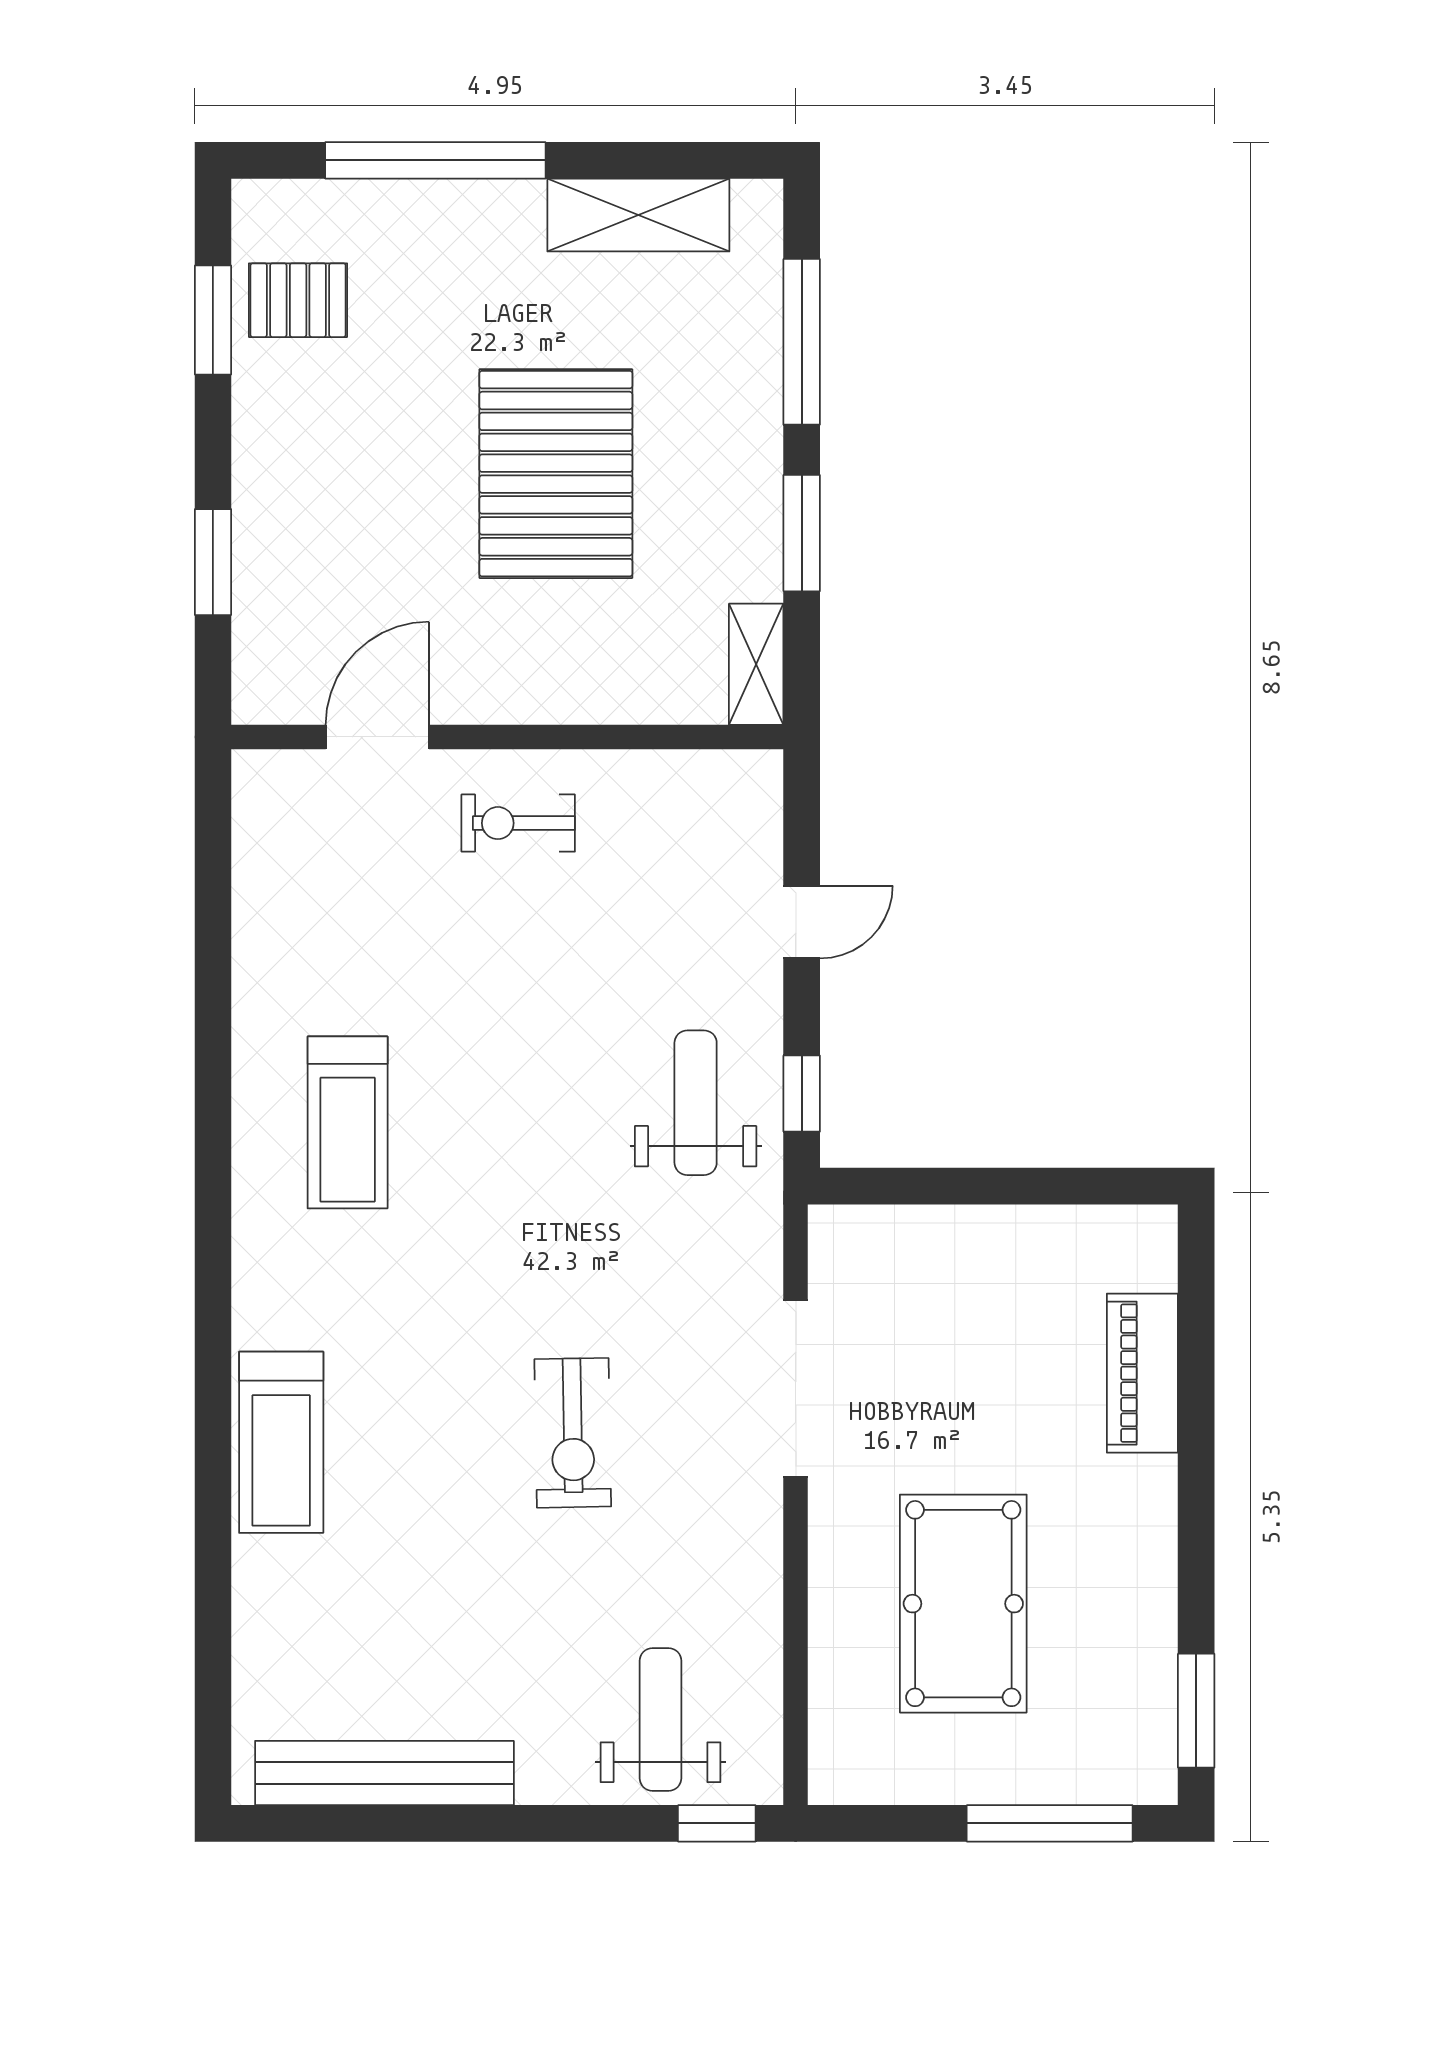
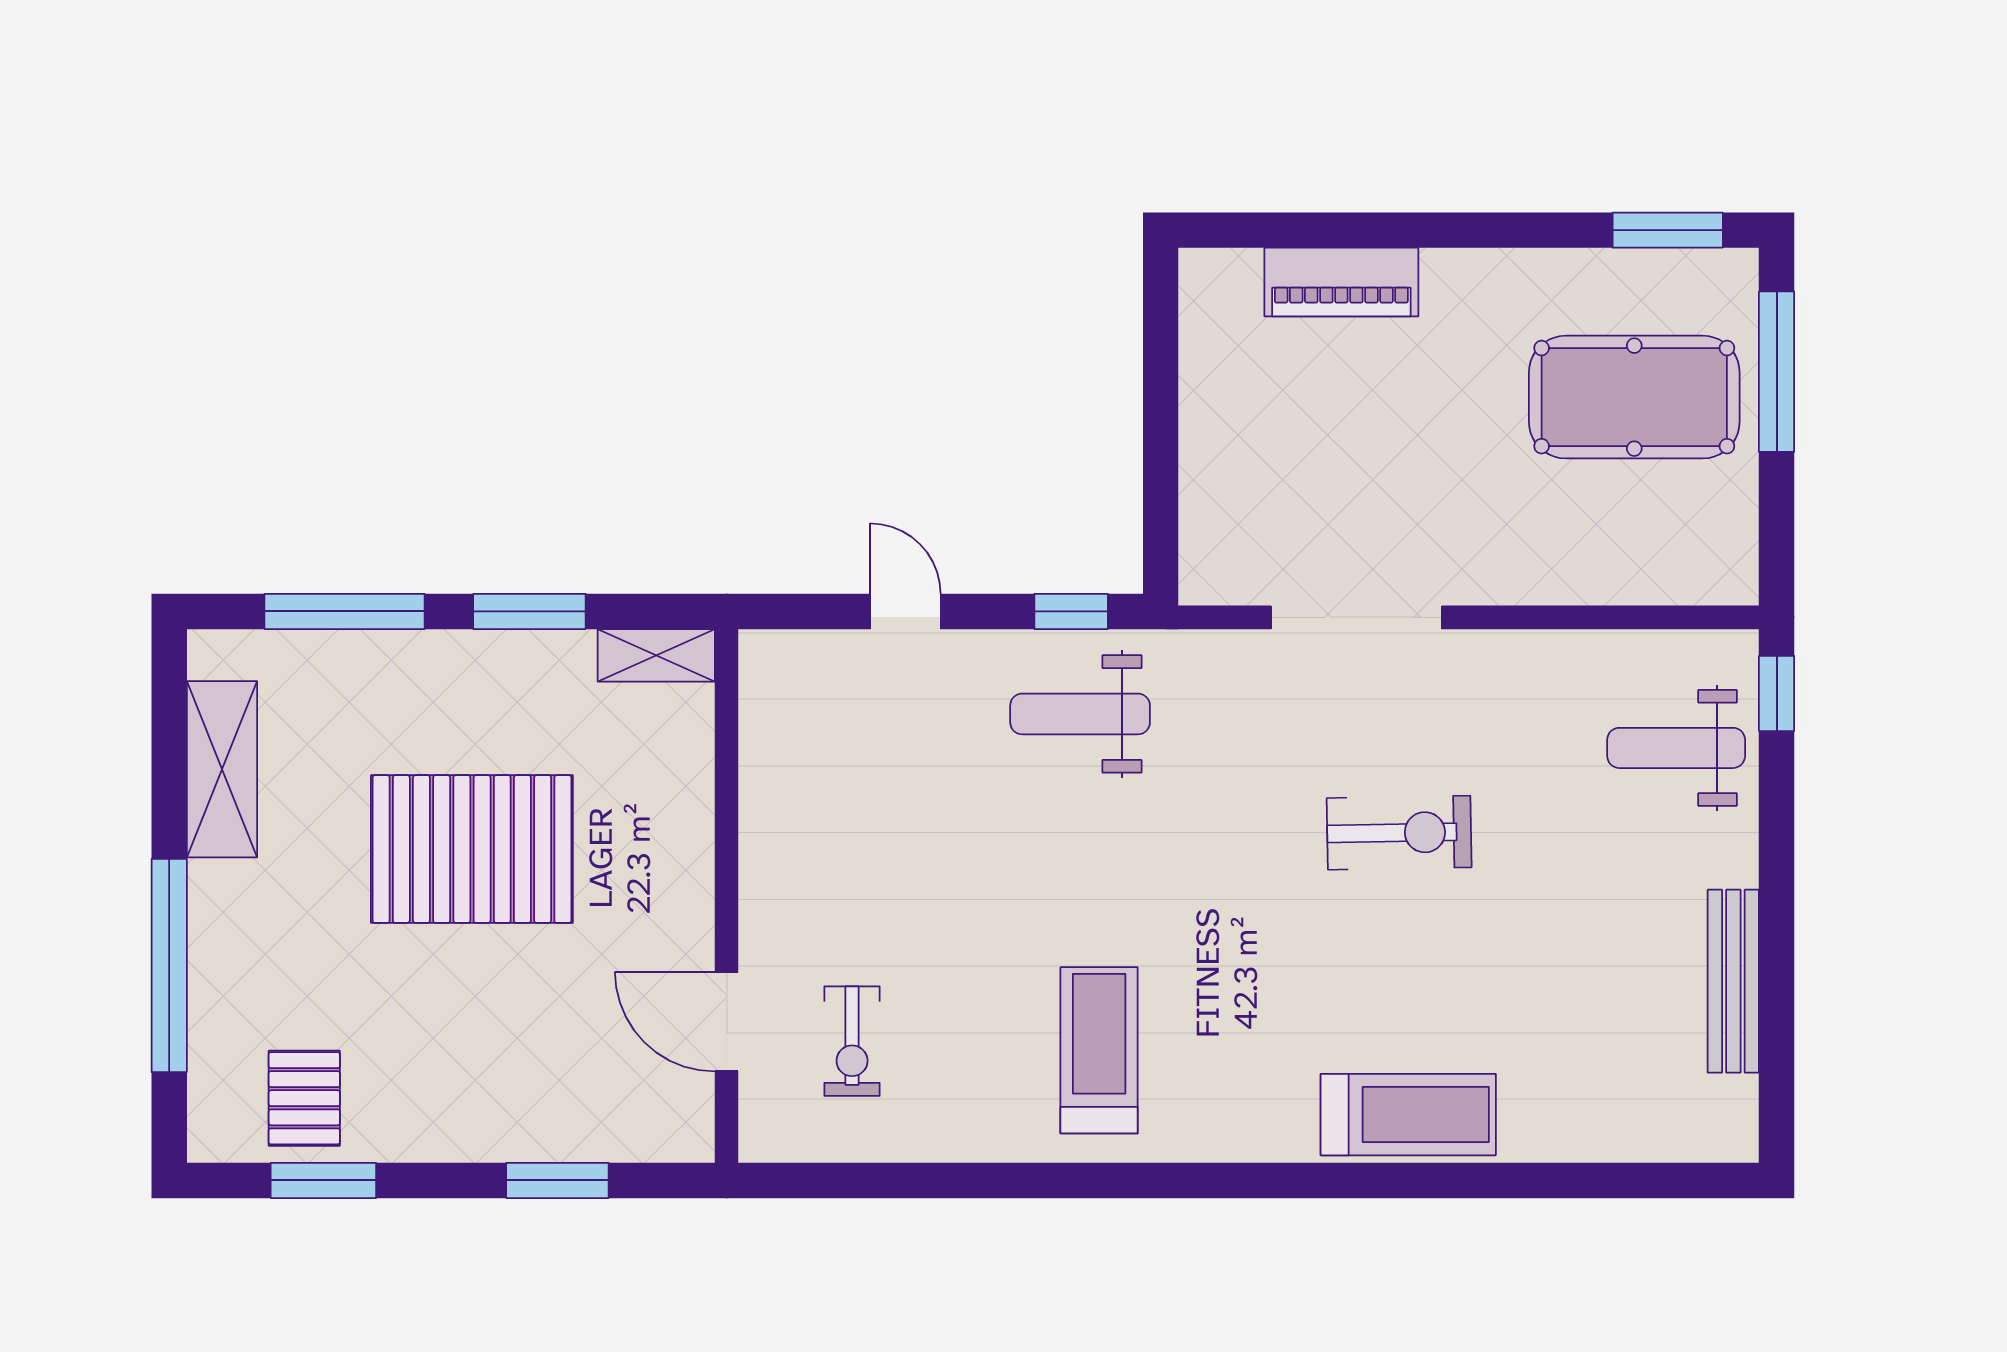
exercise bike: (518, 823) -> (852, 1041), moved
treadmill: (348, 1122) -> (1099, 1050), turned -90
pool table: (963, 1604) -> (1634, 397), moved
bench: (384, 1773) -> (1733, 981), width x0.73, depth x0.82

